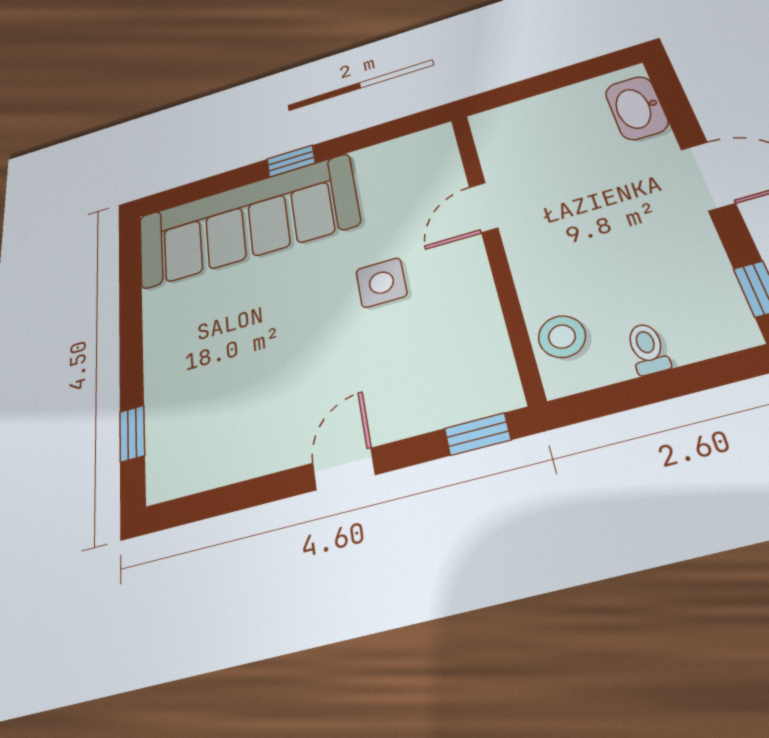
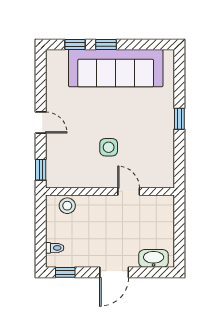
sofa: (246, 221) -> (116, 68), moved, turned -90
toilet: (647, 349) -> (55, 248), moved
window: (131, 360) -> (106, 44), added

